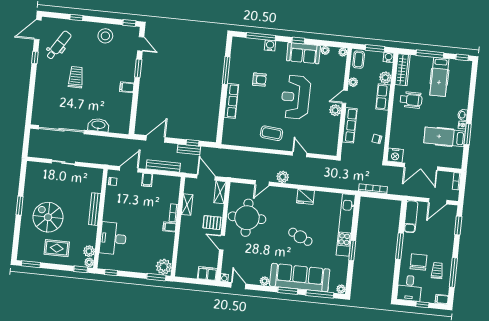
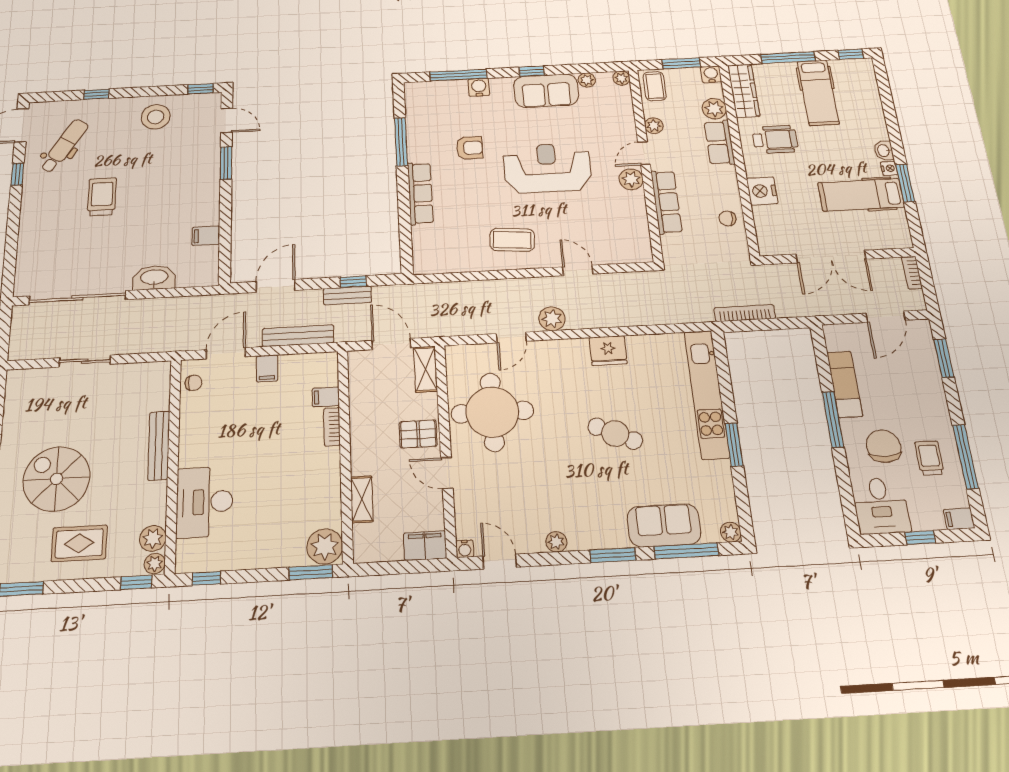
filing cabinet: (127, 87) -> (206, 236), moved
reception desk: (296, 97) -> (547, 168), turned 90
nightstand: (395, 155) -> (762, 191), moved, turned 90
shelving: (187, 205) -> (362, 499), moved
exam couch: (411, 217) -> (845, 384), moved
filing cabinet: (170, 227) -> (326, 397), moved
sofa: (300, 278) -> (664, 525), width x0.54, depth x0.79

